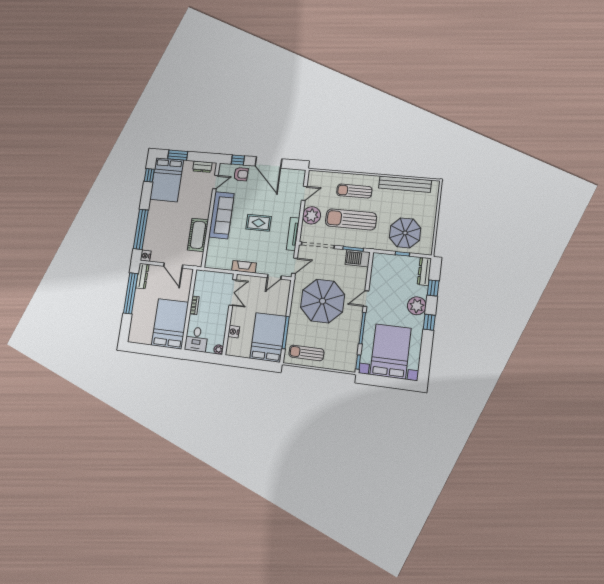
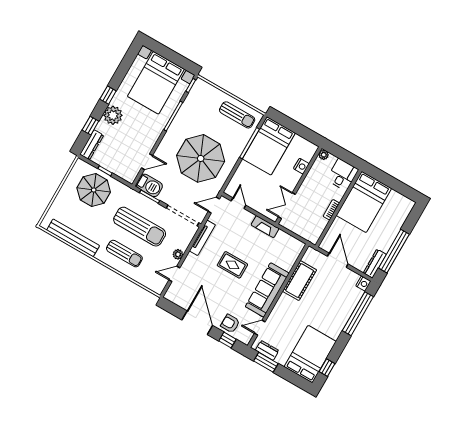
window: (178, 155) -> (266, 362), moved
plant: (312, 215) -> (178, 254), width x0.53, depth x0.53
door: (274, 277) -> (238, 203), hinge flipped
door: (366, 299) -> (147, 162), moved

